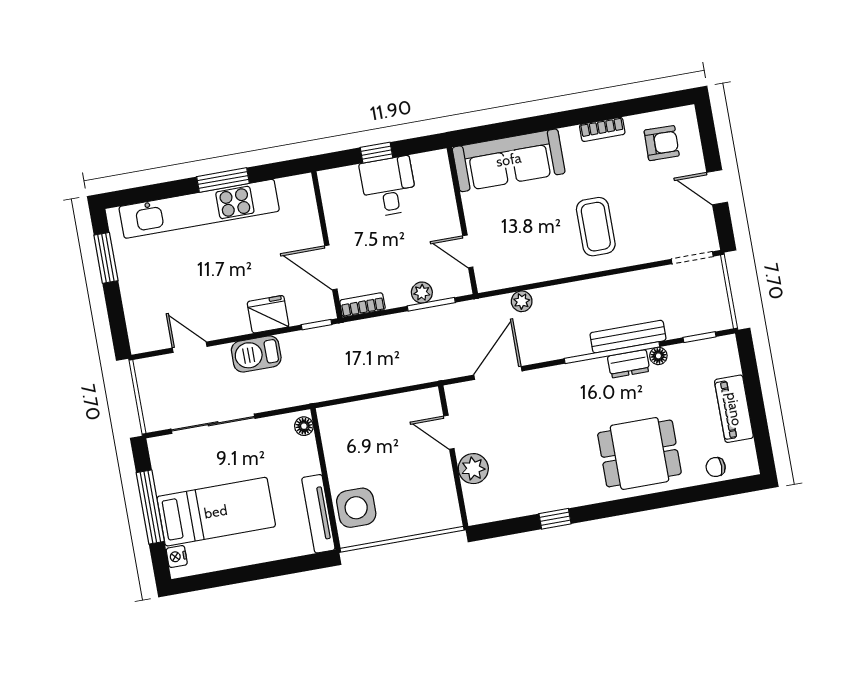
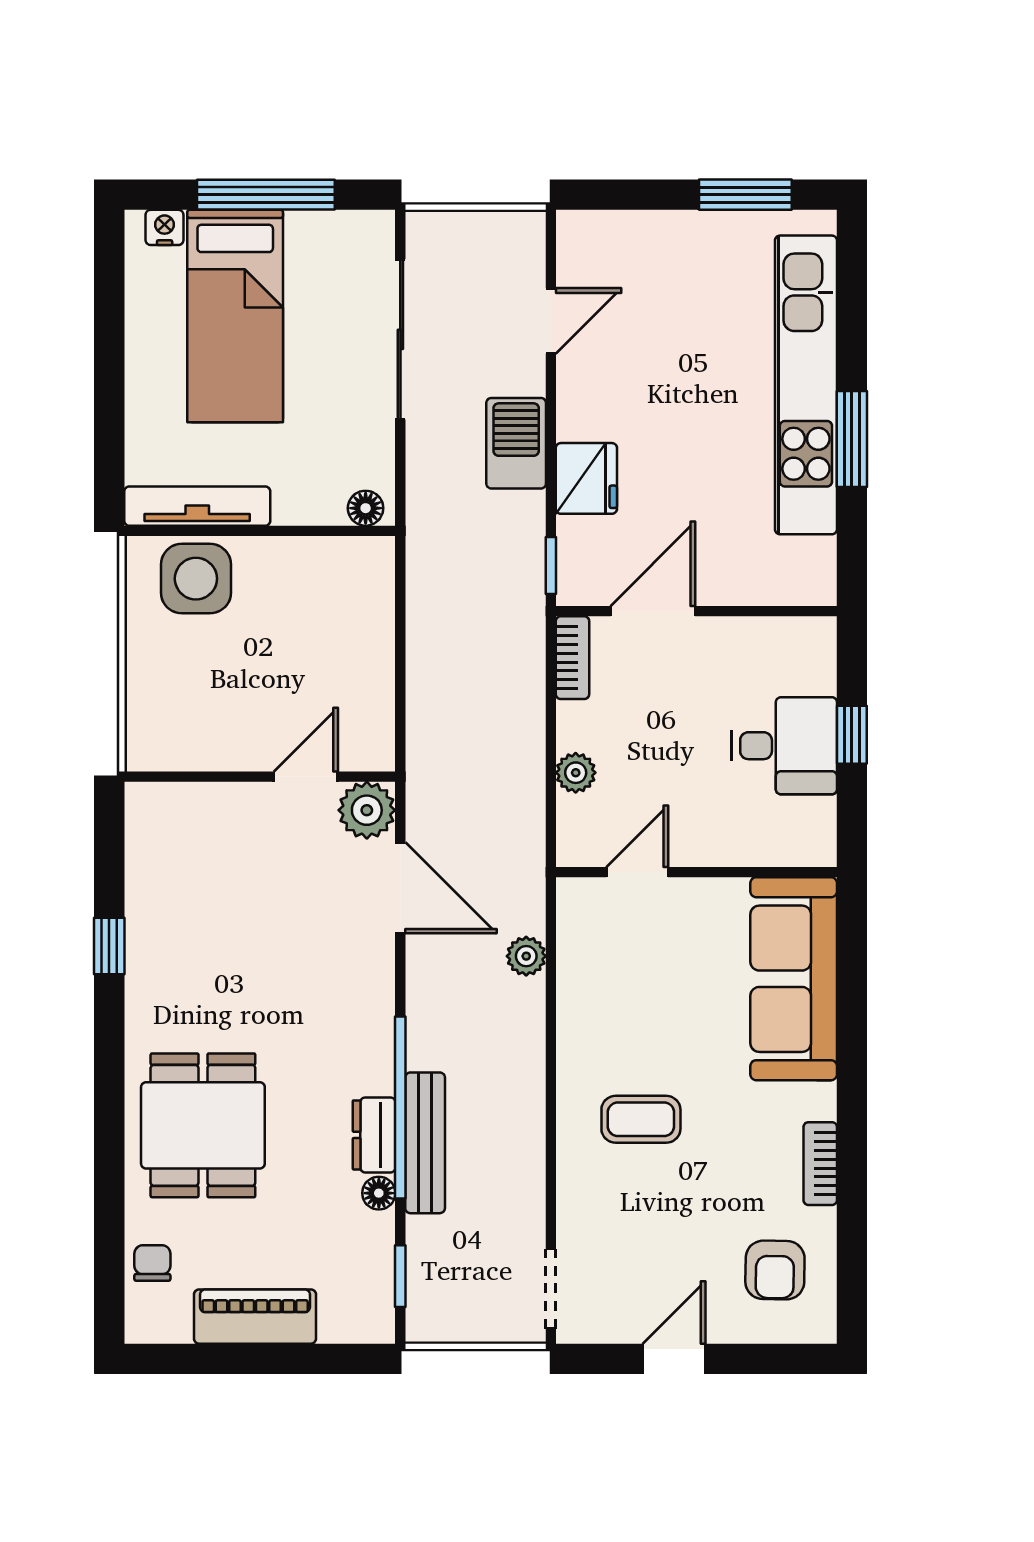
coffee table: (596, 227) -> (641, 1119), width x0.73, depth x0.77
window: (431, 304) -> (551, 786), removed
plant: (473, 469) -> (367, 810), moved

